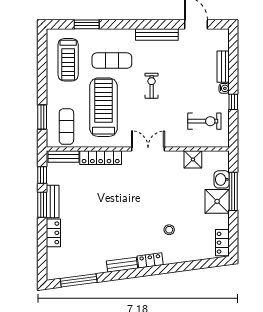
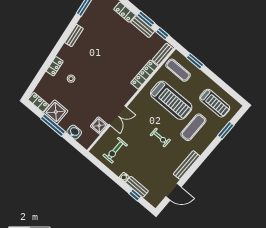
treadmill: (68, 60) -> (215, 103), turned 180
window: (233, 102) -> (135, 195), moved
double door: (148, 149) -> (118, 116), moved
window: (233, 191) -> (53, 125), moved
shower: (217, 201) -> (56, 112), moved
locker: (150, 260) -> (55, 66), moved

